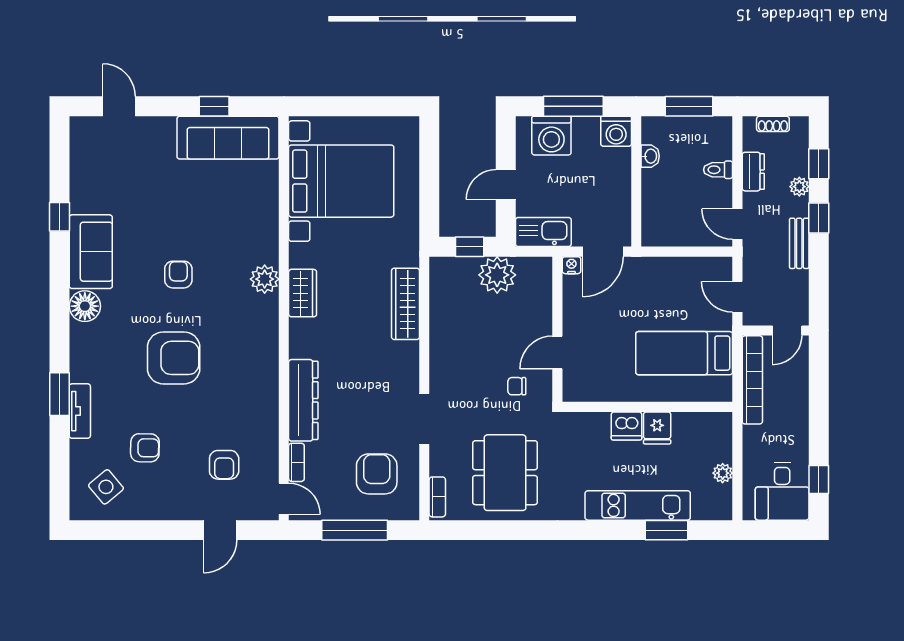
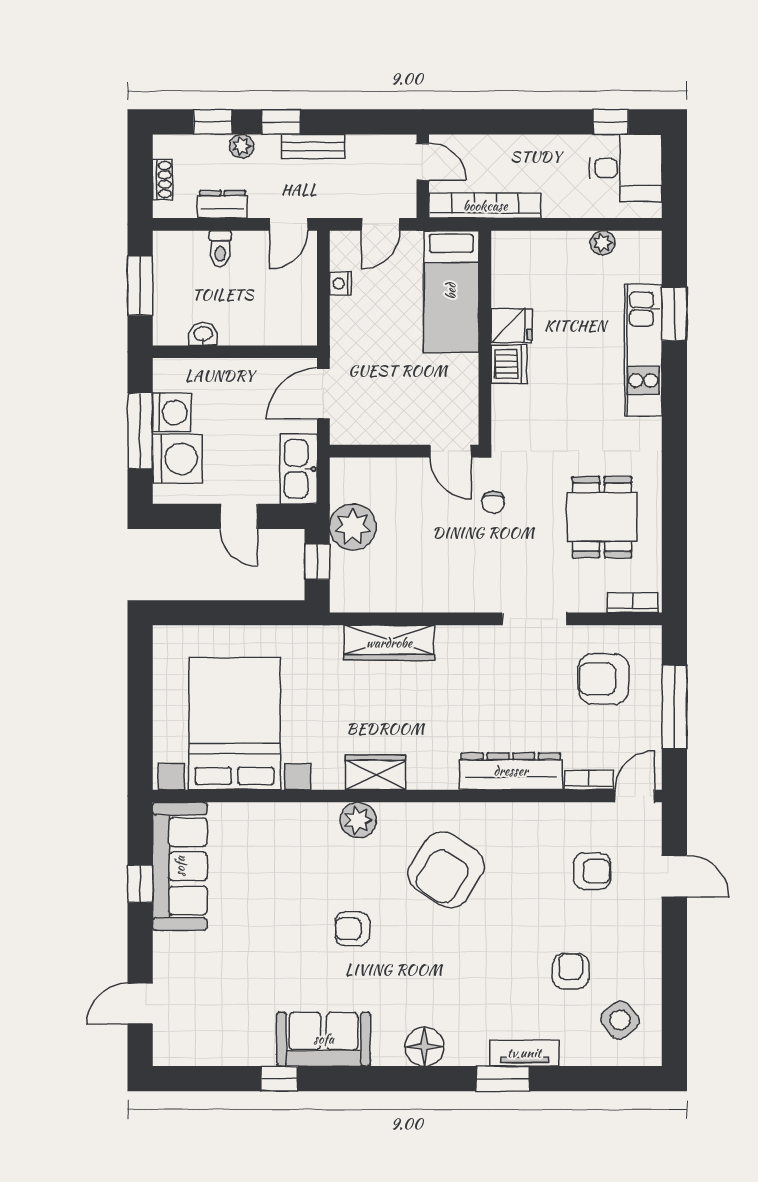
washing machine: (616, 131) -> (172, 412), moved
door: (603, 252) -> (323, 394), swing flipped
nightstand: (571, 265) -> (340, 283), moved
floor lamp: (85, 306) -> (424, 1047), moved
armchair: (174, 358) -> (446, 870), moved, turned -147
wall: (647, 407) -> (485, 338), moved
dishwasher: (627, 426) -> (509, 364), moved
fridge: (657, 428) -> (511, 326), moved
dining table: (505, 473) -> (602, 517), width x0.73

